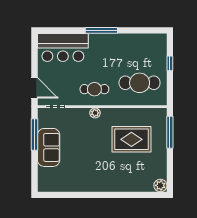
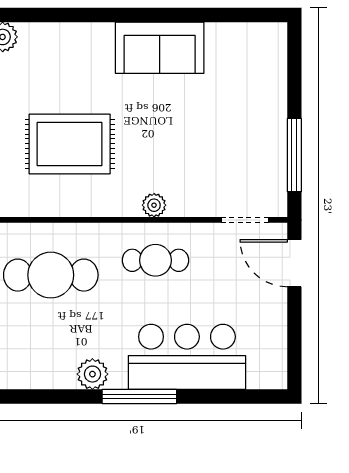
plant: (122, 40) -> (92, 374), added
bar counter: (63, 47) -> (187, 357), moved
sofa: (49, 147) -> (160, 48), moved, turned -90

